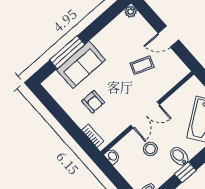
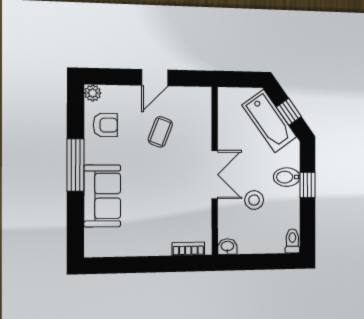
window: (67, 52) -> (75, 165), moved
armchair: (93, 102) -> (105, 125), moved

